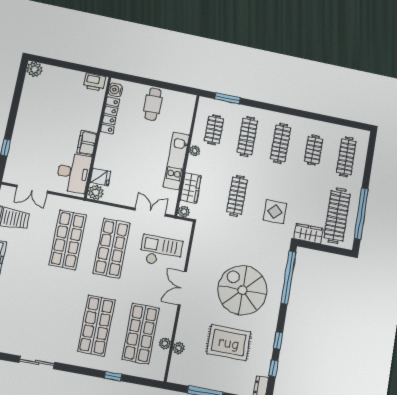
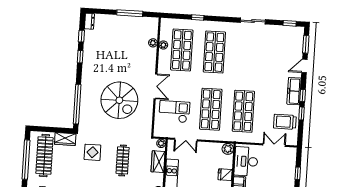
fridge: (100, 177) -> (225, 175), moved
checkout: (161, 251) -> (174, 112), turned 180
spiral stairs: (242, 290) -> (119, 100), moved
rug: (229, 343) -> (117, 51), removed

